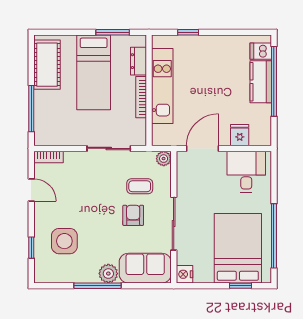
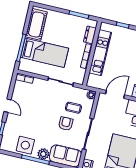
bed: (94, 72) -> (45, 53), moved, turned -90
door: (31, 190) -> (7, 106), moved
side table: (64, 241) -> (25, 145), moved

